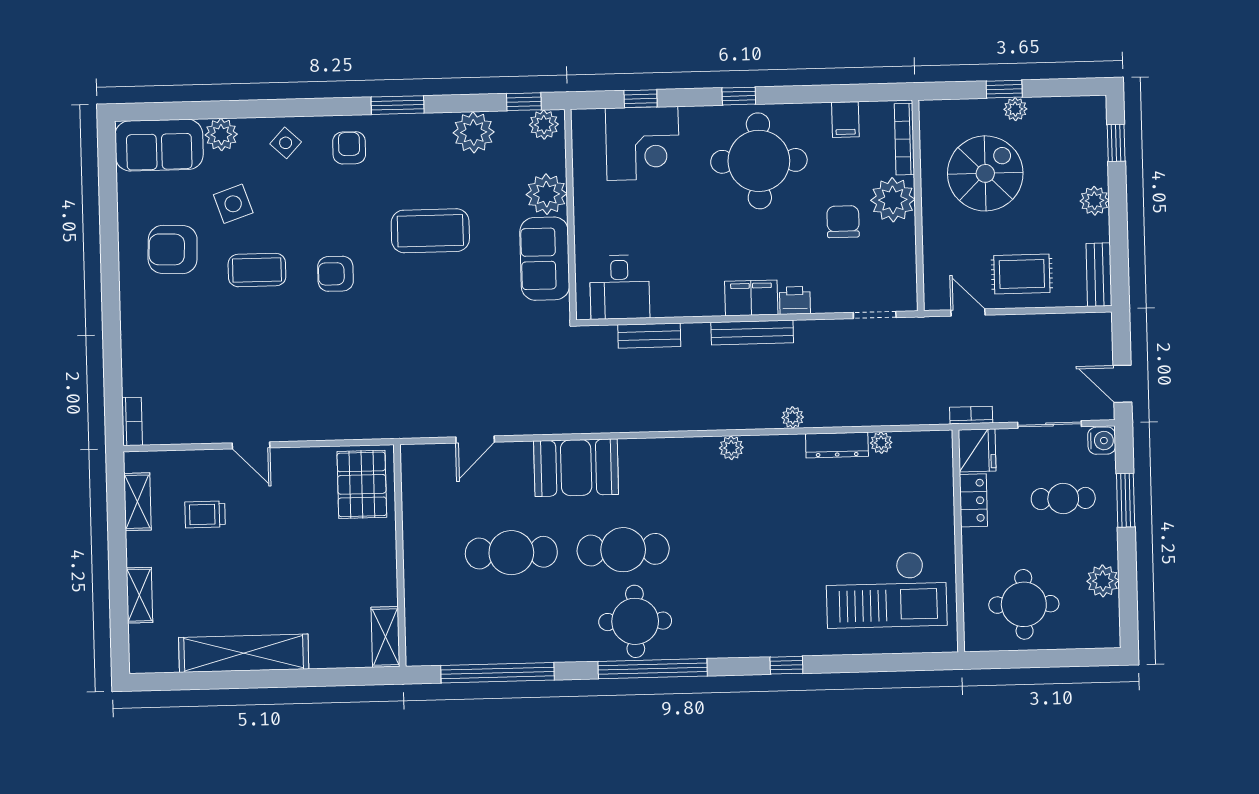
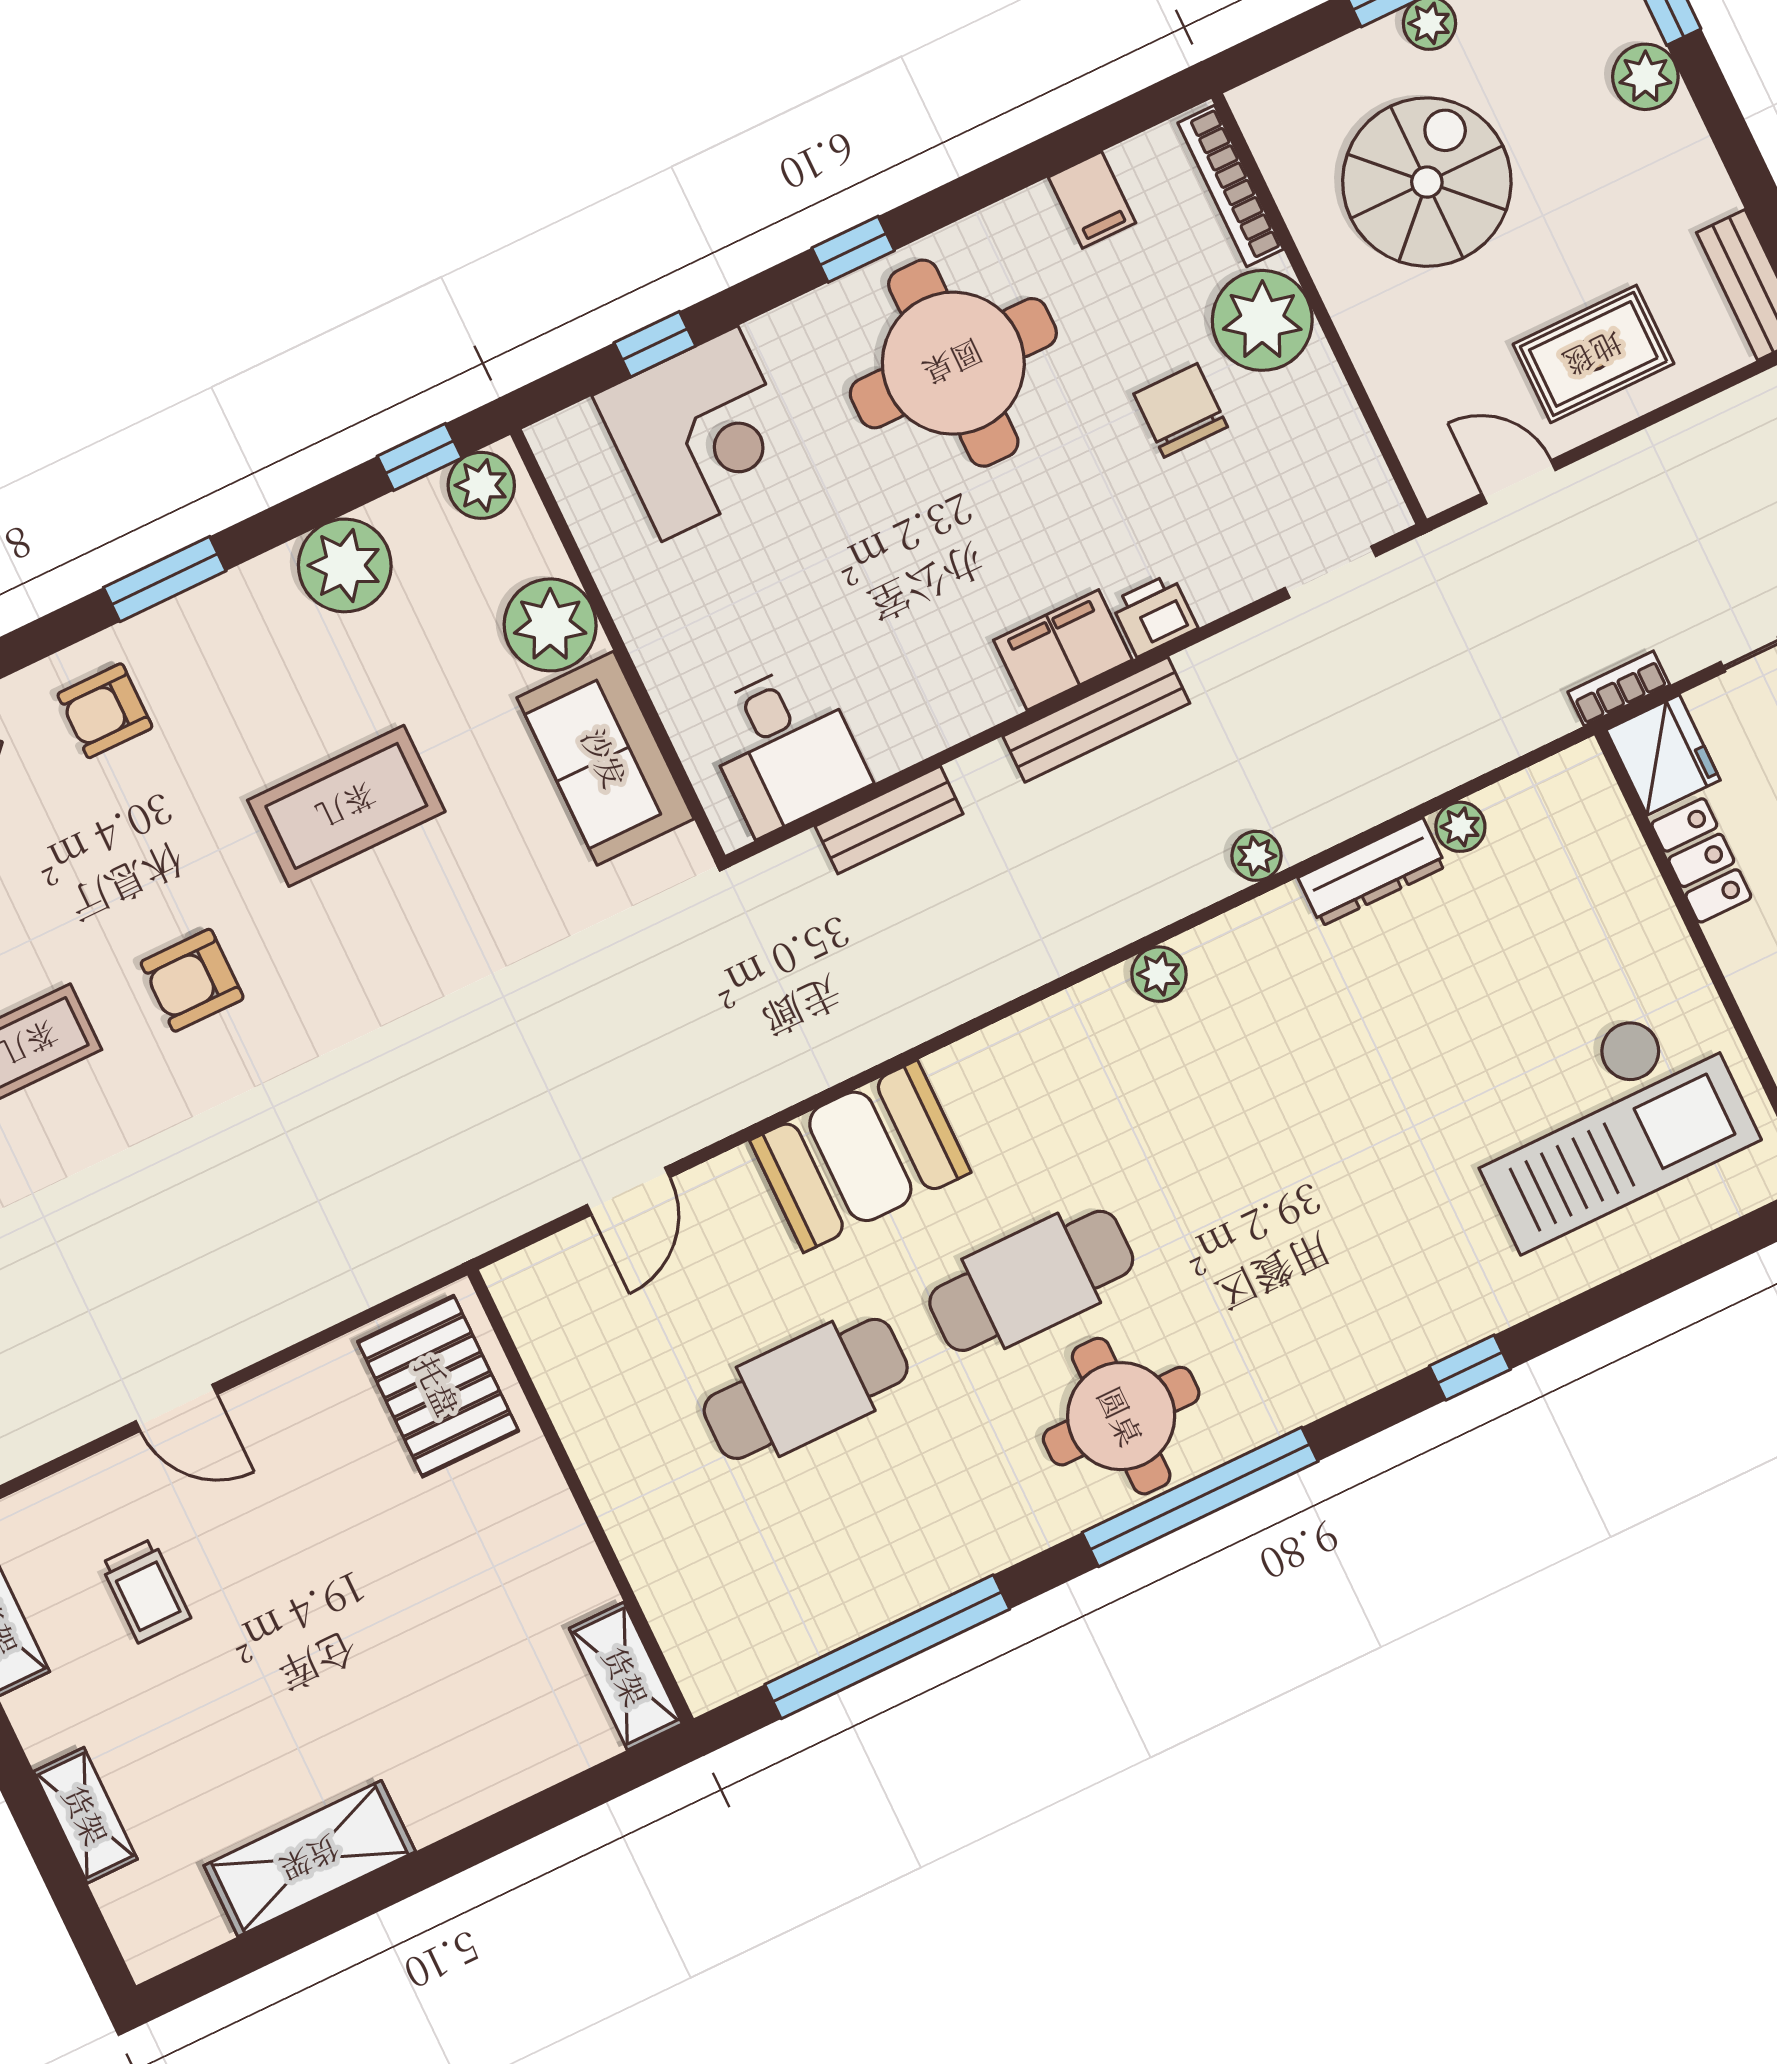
armchair: (349, 148) -> (105, 711), turned -90
plant: (1094, 201) -> (1645, 77), moved
trolley: (205, 514) -> (146, 1591), turned -90
shelving: (244, 653) -> (310, 1859), width x0.68

